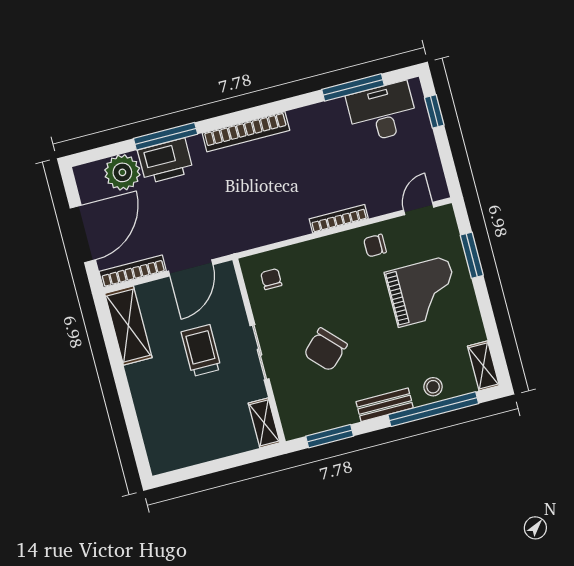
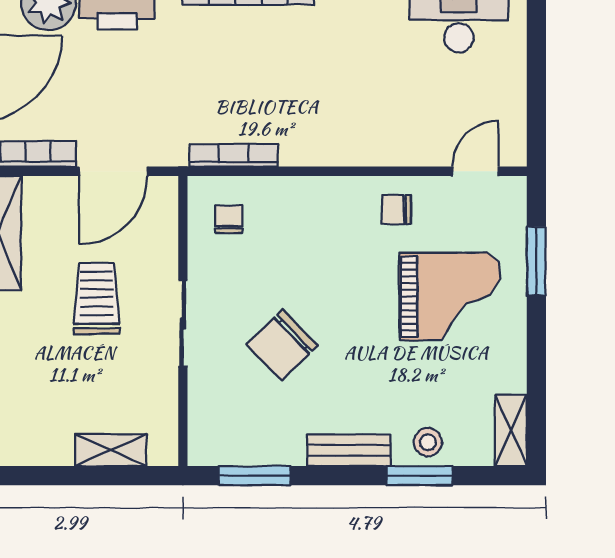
window: (434, 111) -> (536, 33), removed
bookcase: (339, 219) -> (234, 155), moved
window: (433, 409) -> (420, 476), width x0.47
shelving: (264, 423) -> (111, 450), moved, turned 90

